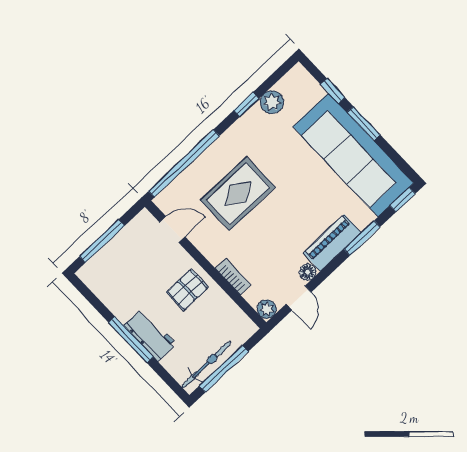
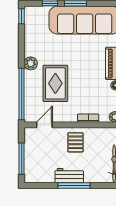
plant: (272, 102) -> (31, 63), moved
window: (246, 105) -> (22, 16), moved
workbench: (150, 335) -> (69, 176), moved

